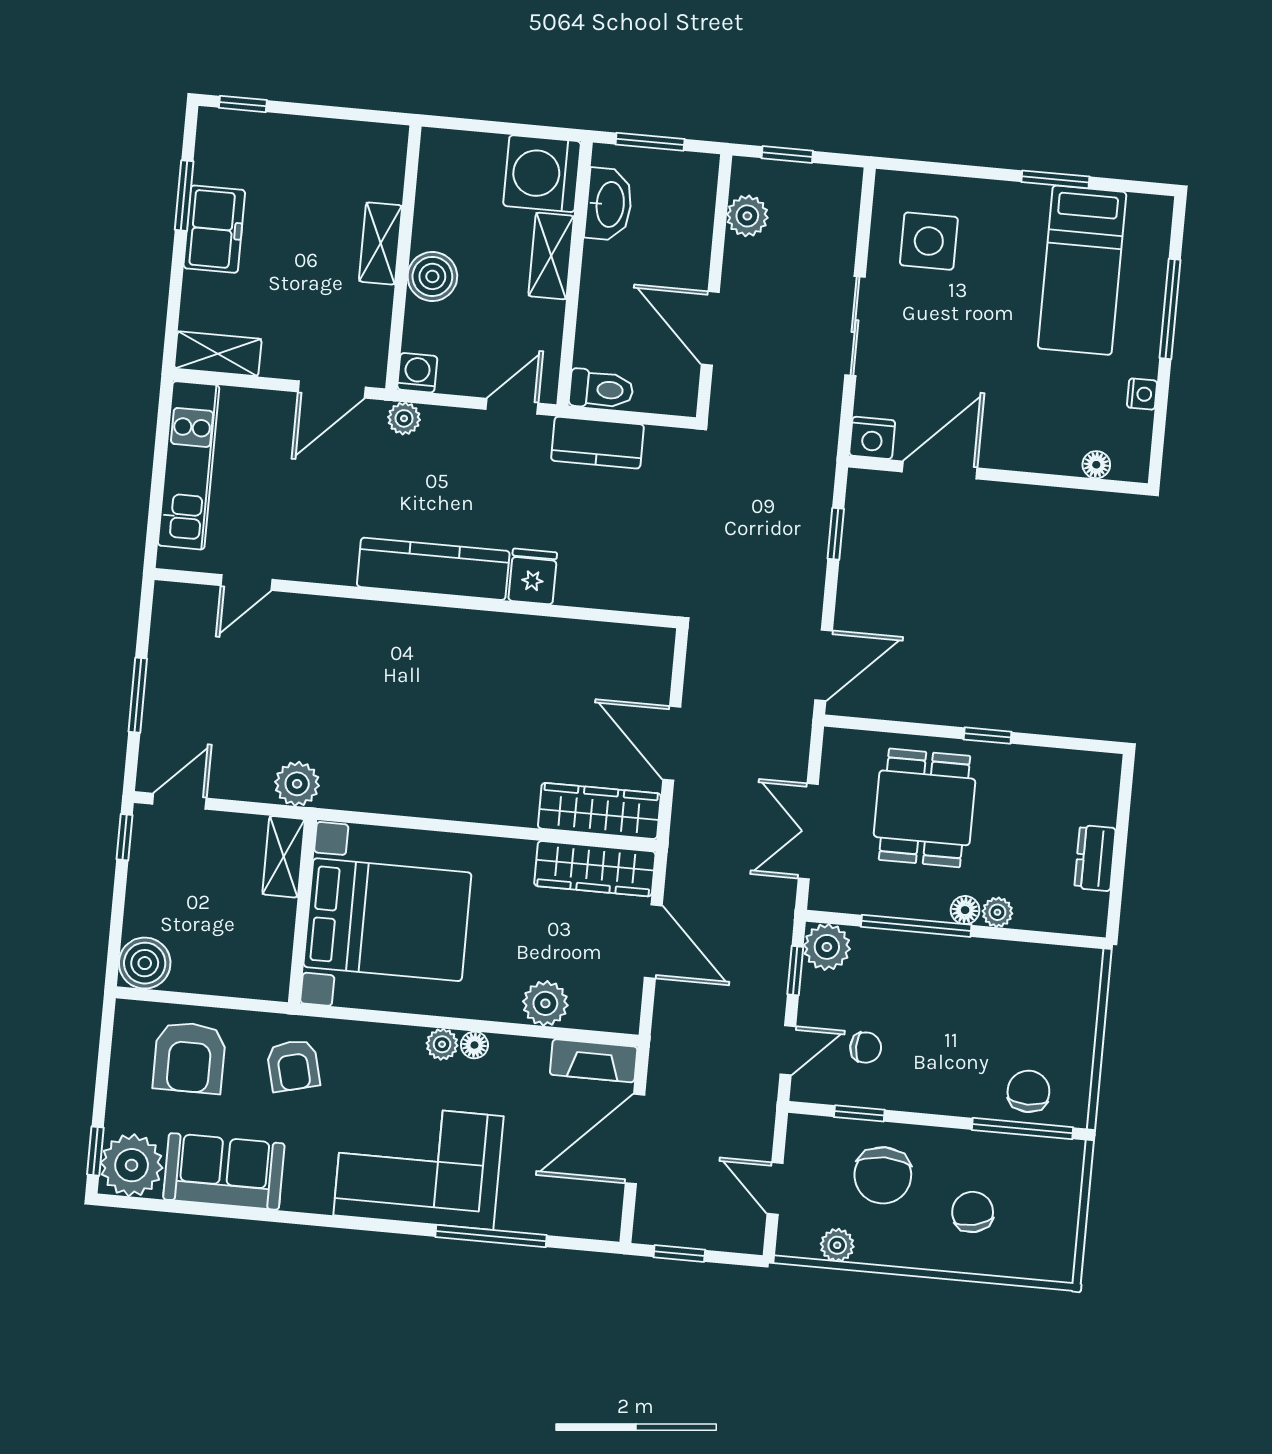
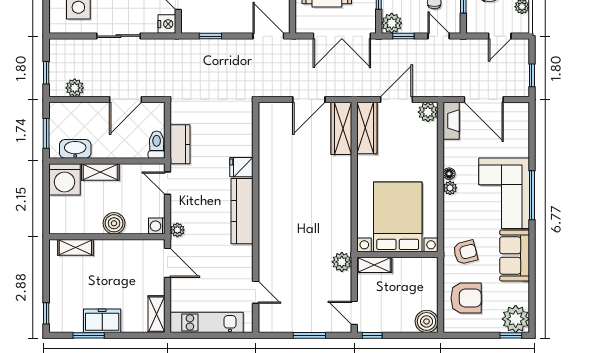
shelving: (381, 243) -> (75, 247), moved
double door: (808, 831) -> (342, 36), width x1.37
plant: (545, 1003) -> (428, 112), moved
sofa: (224, 1171) -> (515, 255), moved
window: (491, 1236) -> (532, 195), moved

